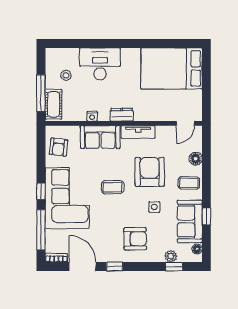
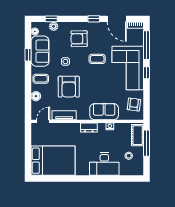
tv unit: (138, 132) -> (64, 115), moved
coffee table: (113, 187) -> (97, 59), moved

